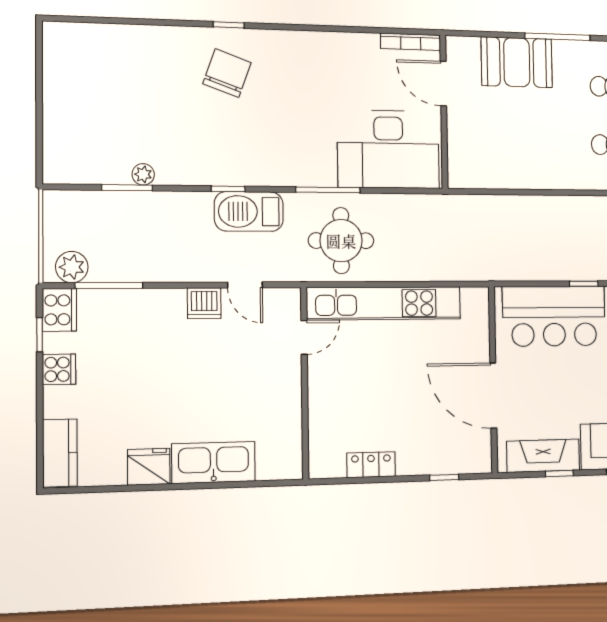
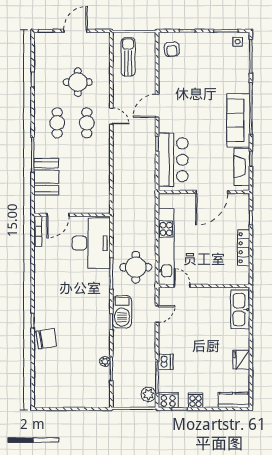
chair: (227, 73) -> (46, 339), moved, turned 151
dishwasher: (204, 303) -> (166, 362), moved
kitchen sink: (214, 463) -> (240, 310), moved
locker: (371, 465) -> (244, 248), width x1.53

